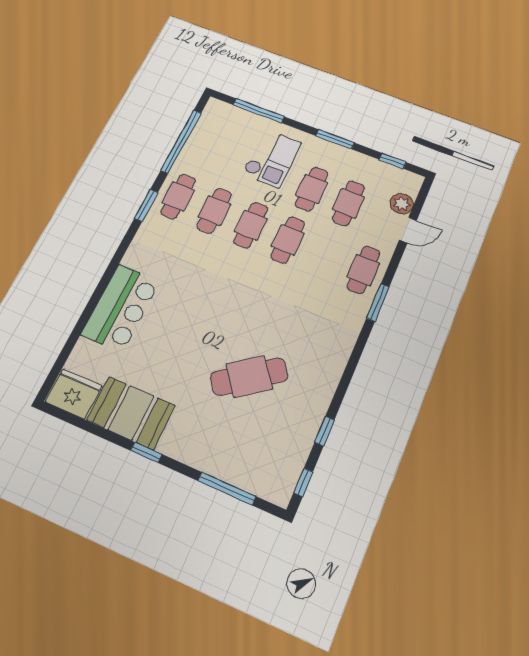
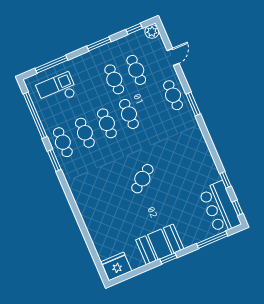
checkout: (272, 158) -> (57, 90), moved, turned -90
plant: (402, 204) -> (152, 32), moved
bar counter: (121, 308) -> (220, 207), moved, turned 180
cafe table: (249, 376) -> (142, 179), moved, width x0.73, depth x0.74
booth: (131, 413) -> (160, 244), moved

